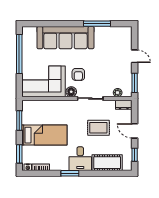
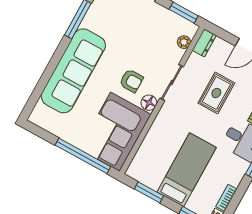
window: (19, 54) -> (83, 156), moved

